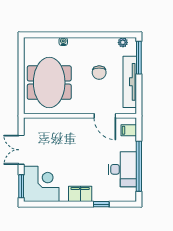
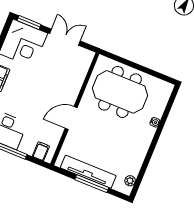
window: (139, 58) -> (92, 184), moved
chair: (99, 73) -> (110, 145), removed
door: (105, 116) -> (71, 118), moved

